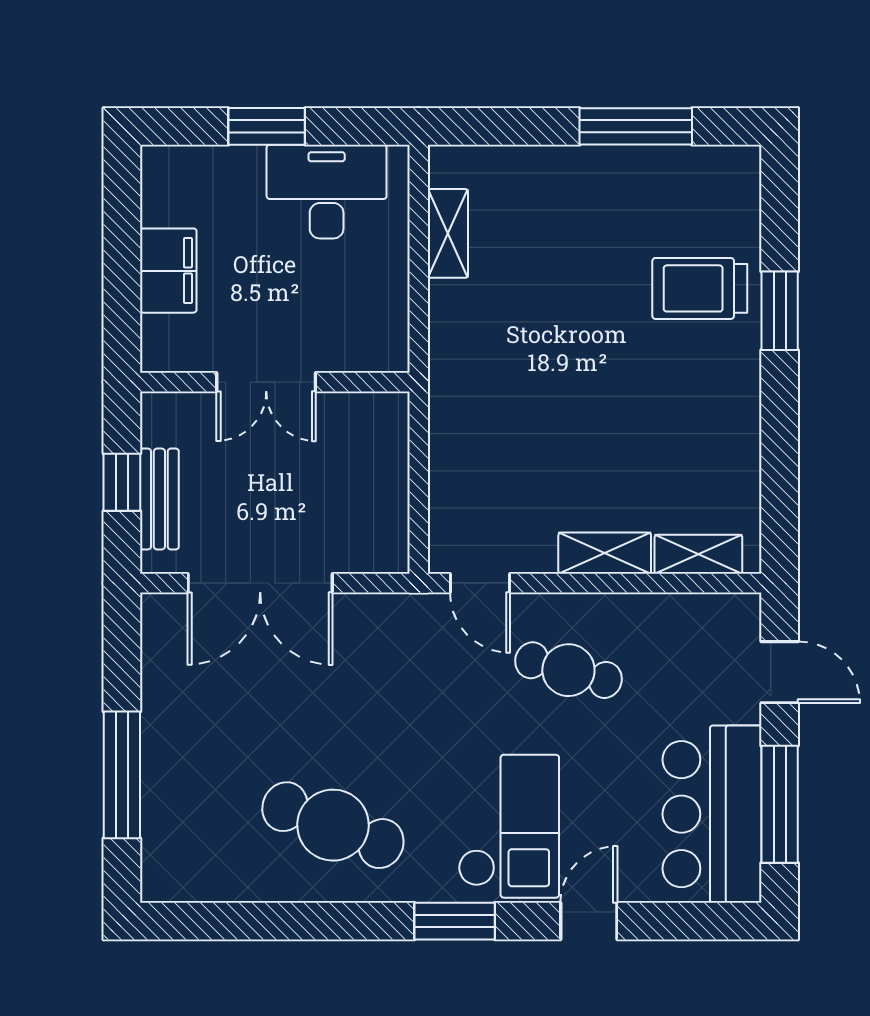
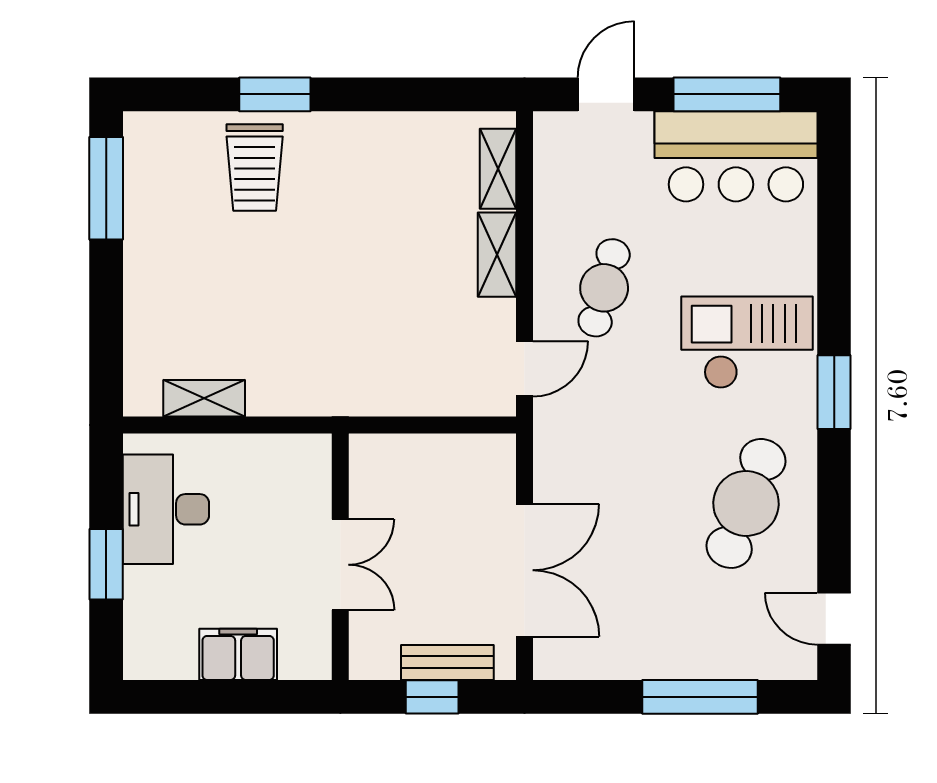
window: (636, 126) -> (106, 188), moved
door: (589, 921) -> (834, 619), moved

